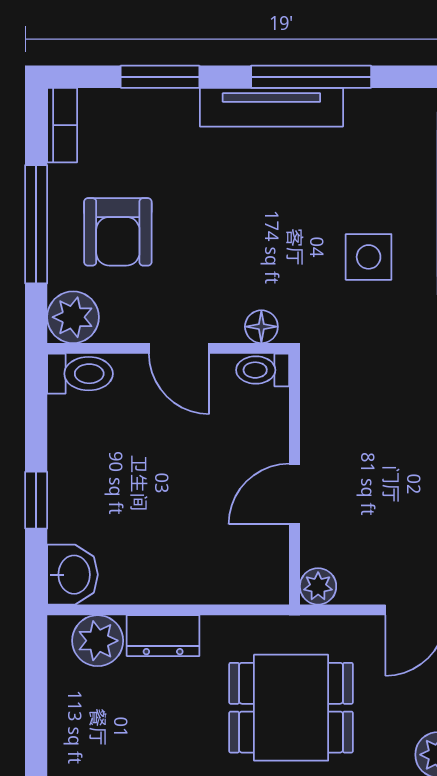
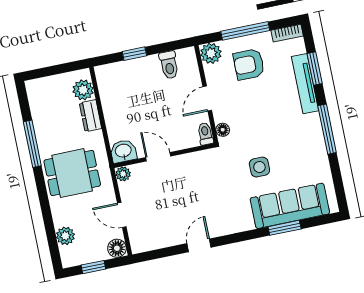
tv unit: (271, 107) -> (305, 84), moved
toilet: (80, 374) -> (169, 65), moved
washbasin: (73, 575) -> (123, 151), moved, turned 180
dining table: (291, 708) -> (72, 173), turned 90

